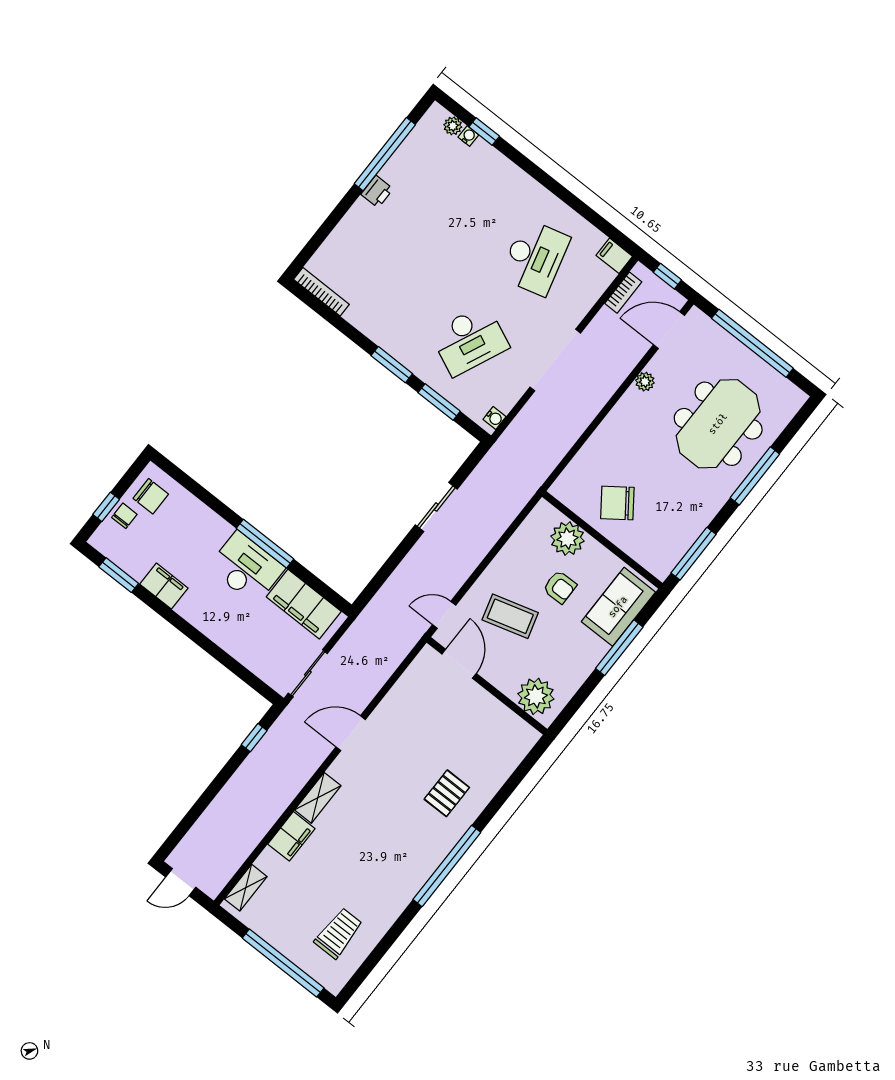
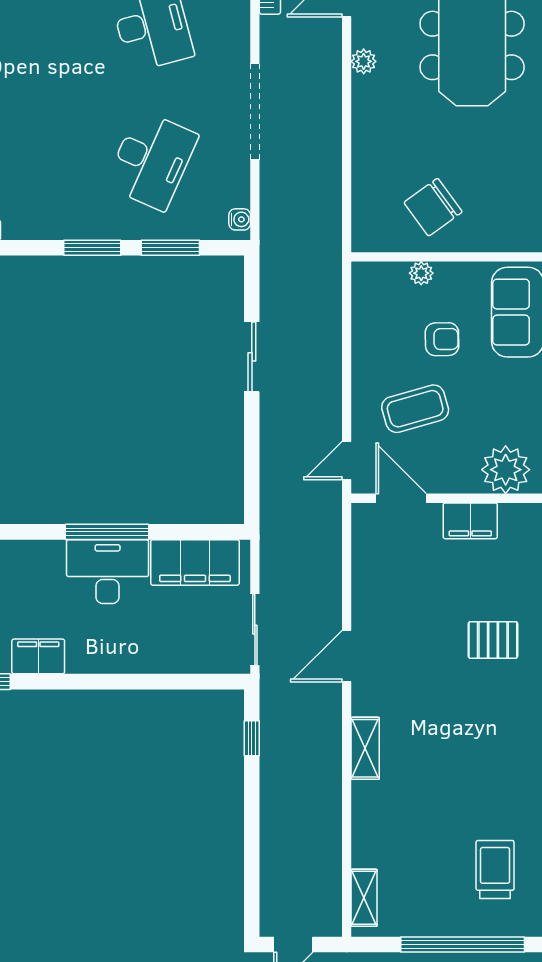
plant: (568, 539) -> (421, 273), width x0.53, depth x0.53
pallet: (447, 793) -> (493, 640), turned 90
filing cabinet: (291, 836) -> (470, 521), moved, turned 90

